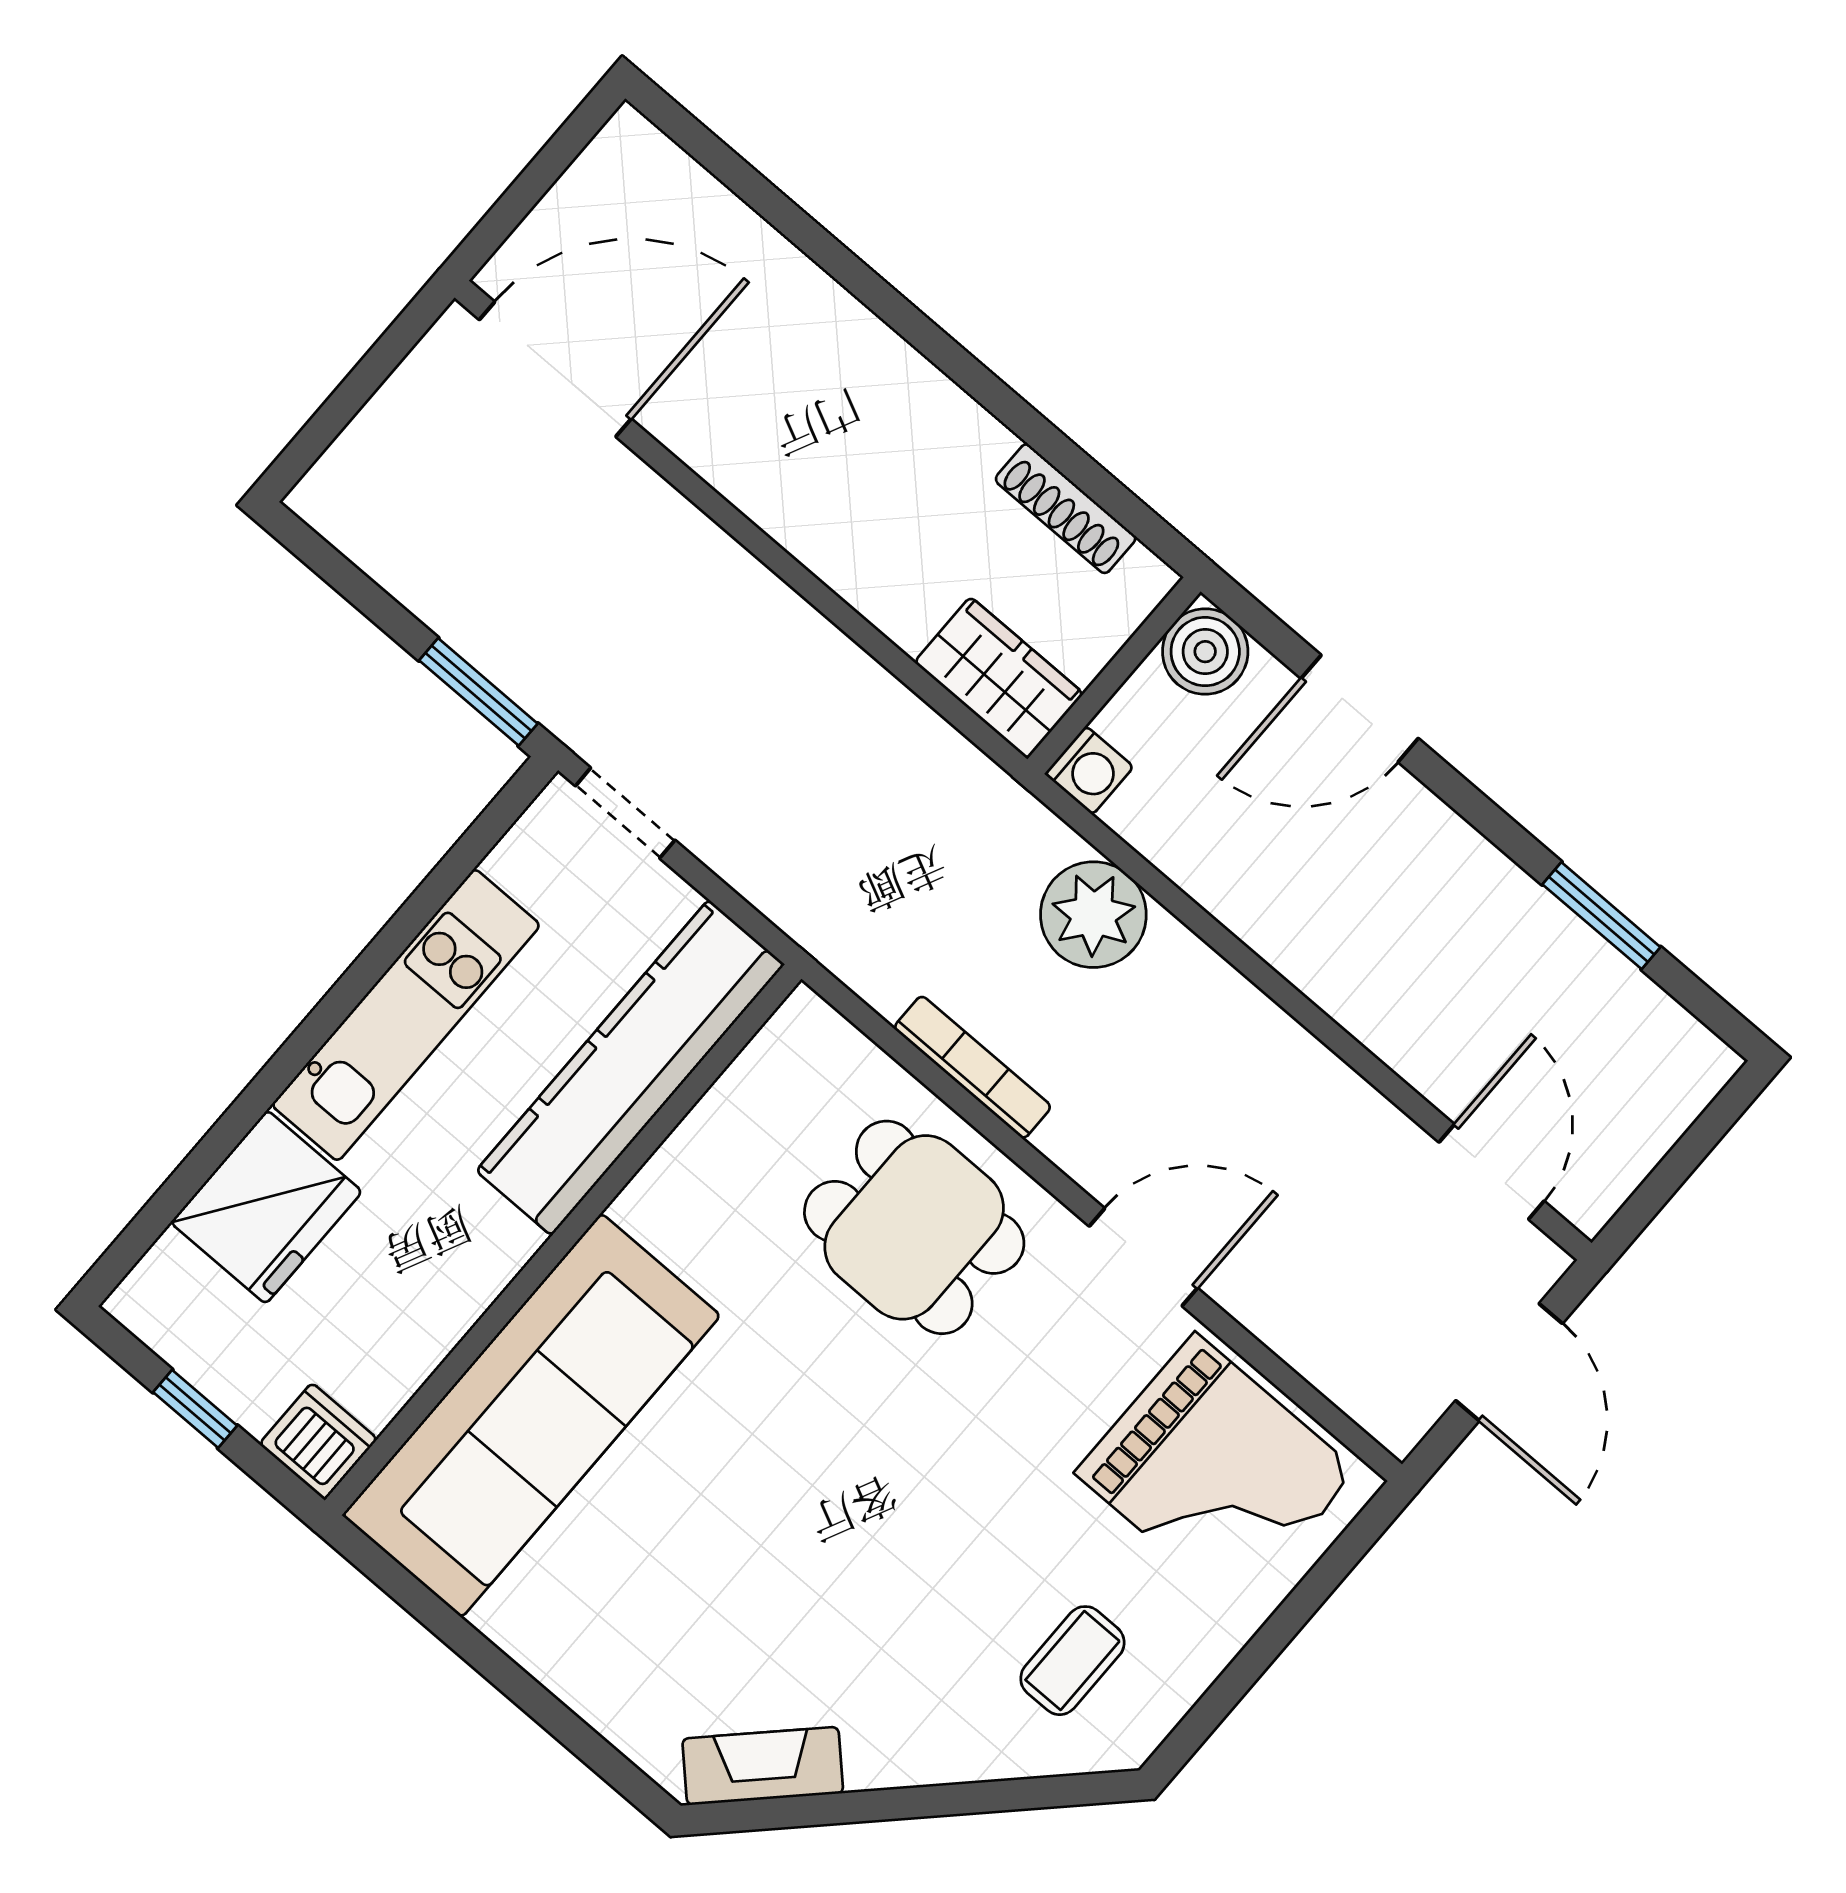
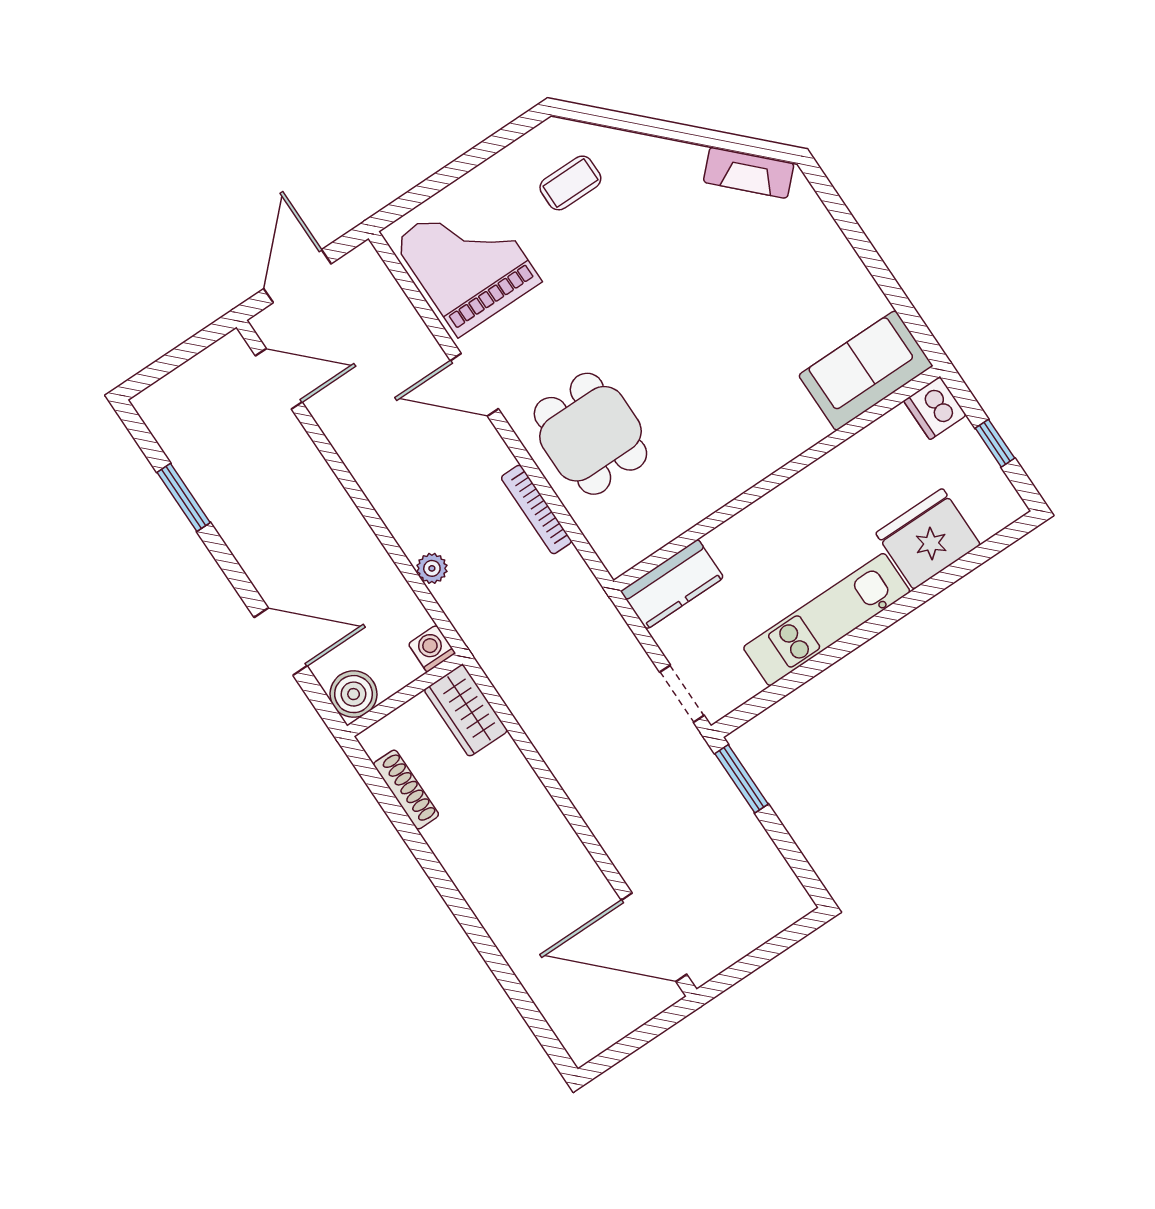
plant: (1093, 915) -> (432, 568), width x0.53, depth x0.53
kitchen counter: (630, 1068) -> (672, 584), width x0.48, depth x0.86
door: (1492, 1172) -> (279, 379), swing flipped
sofa: (531, 1415) -> (866, 371), width x0.54, depth x0.79

